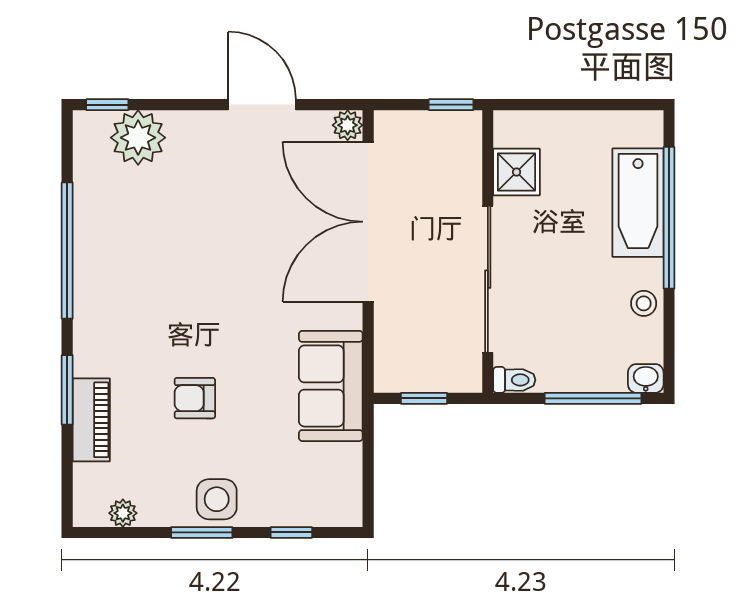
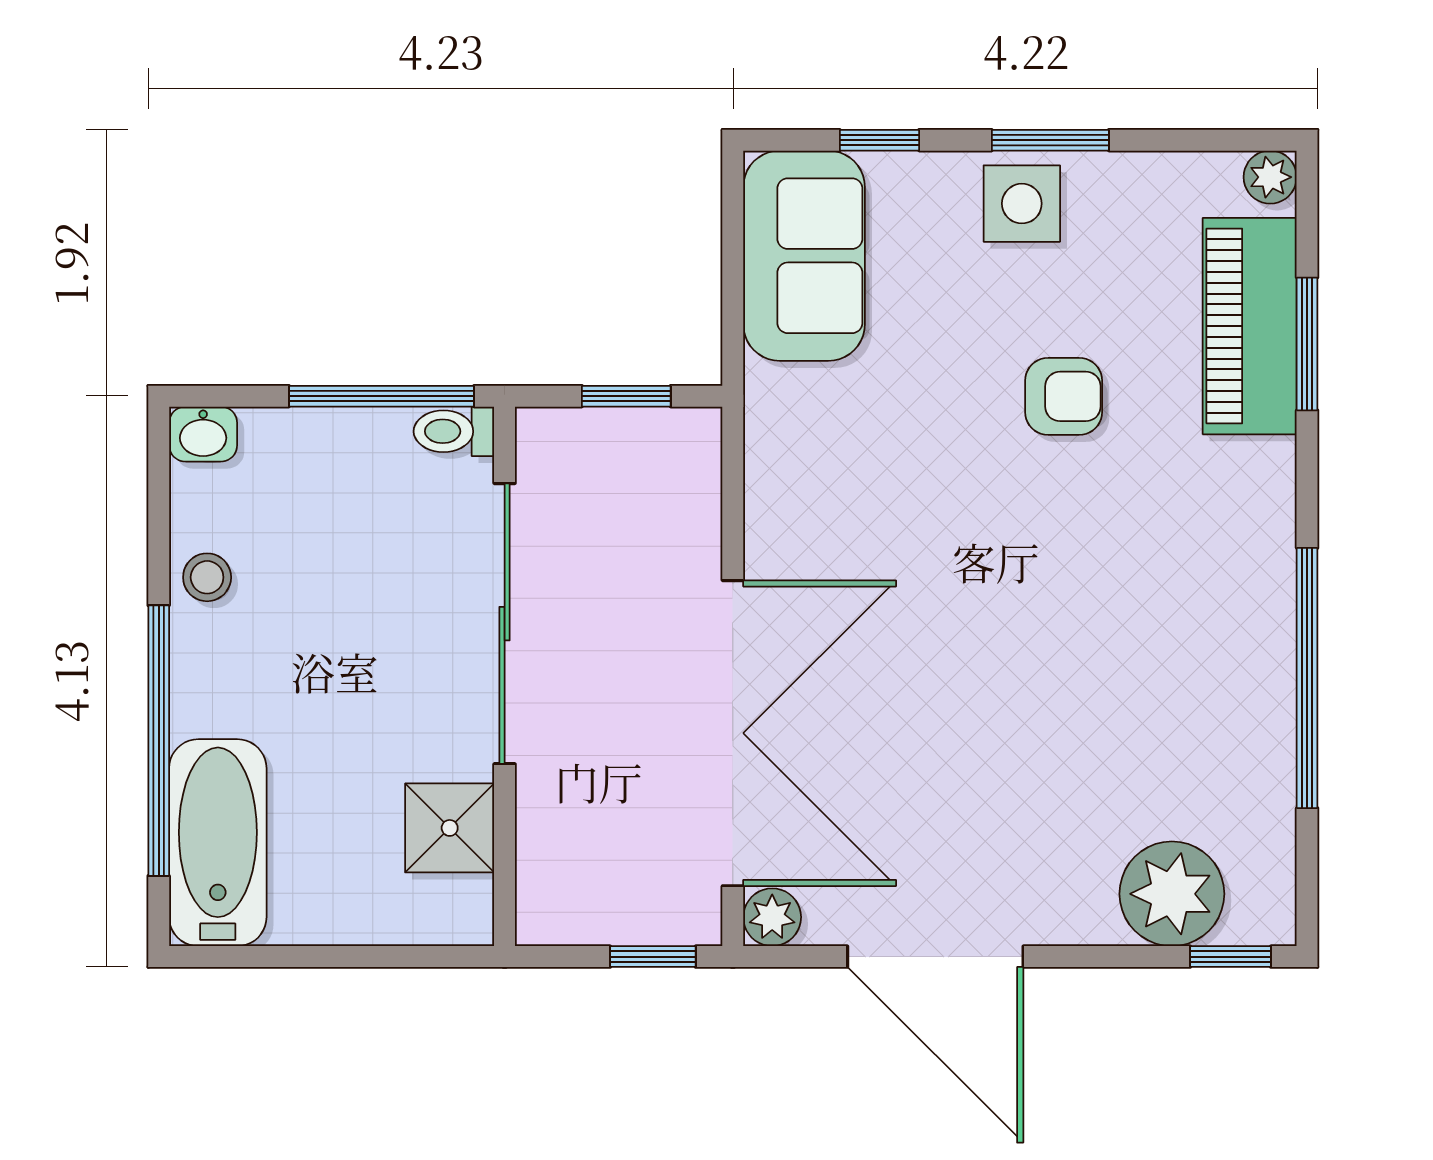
door: (262, 105) -> (935, 957), width x1.36
window: (451, 105) -> (653, 957), moved
bathtub: (638, 203) -> (218, 843), moved
sofa: (331, 386) -> (804, 256), moved
window: (67, 390) -> (1307, 344), moved
window: (593, 398) -> (381, 396), moved
piano: (91, 420) -> (1250, 326), width x1.37, depth x1.33
plant: (123, 513) -> (1270, 177), moved

